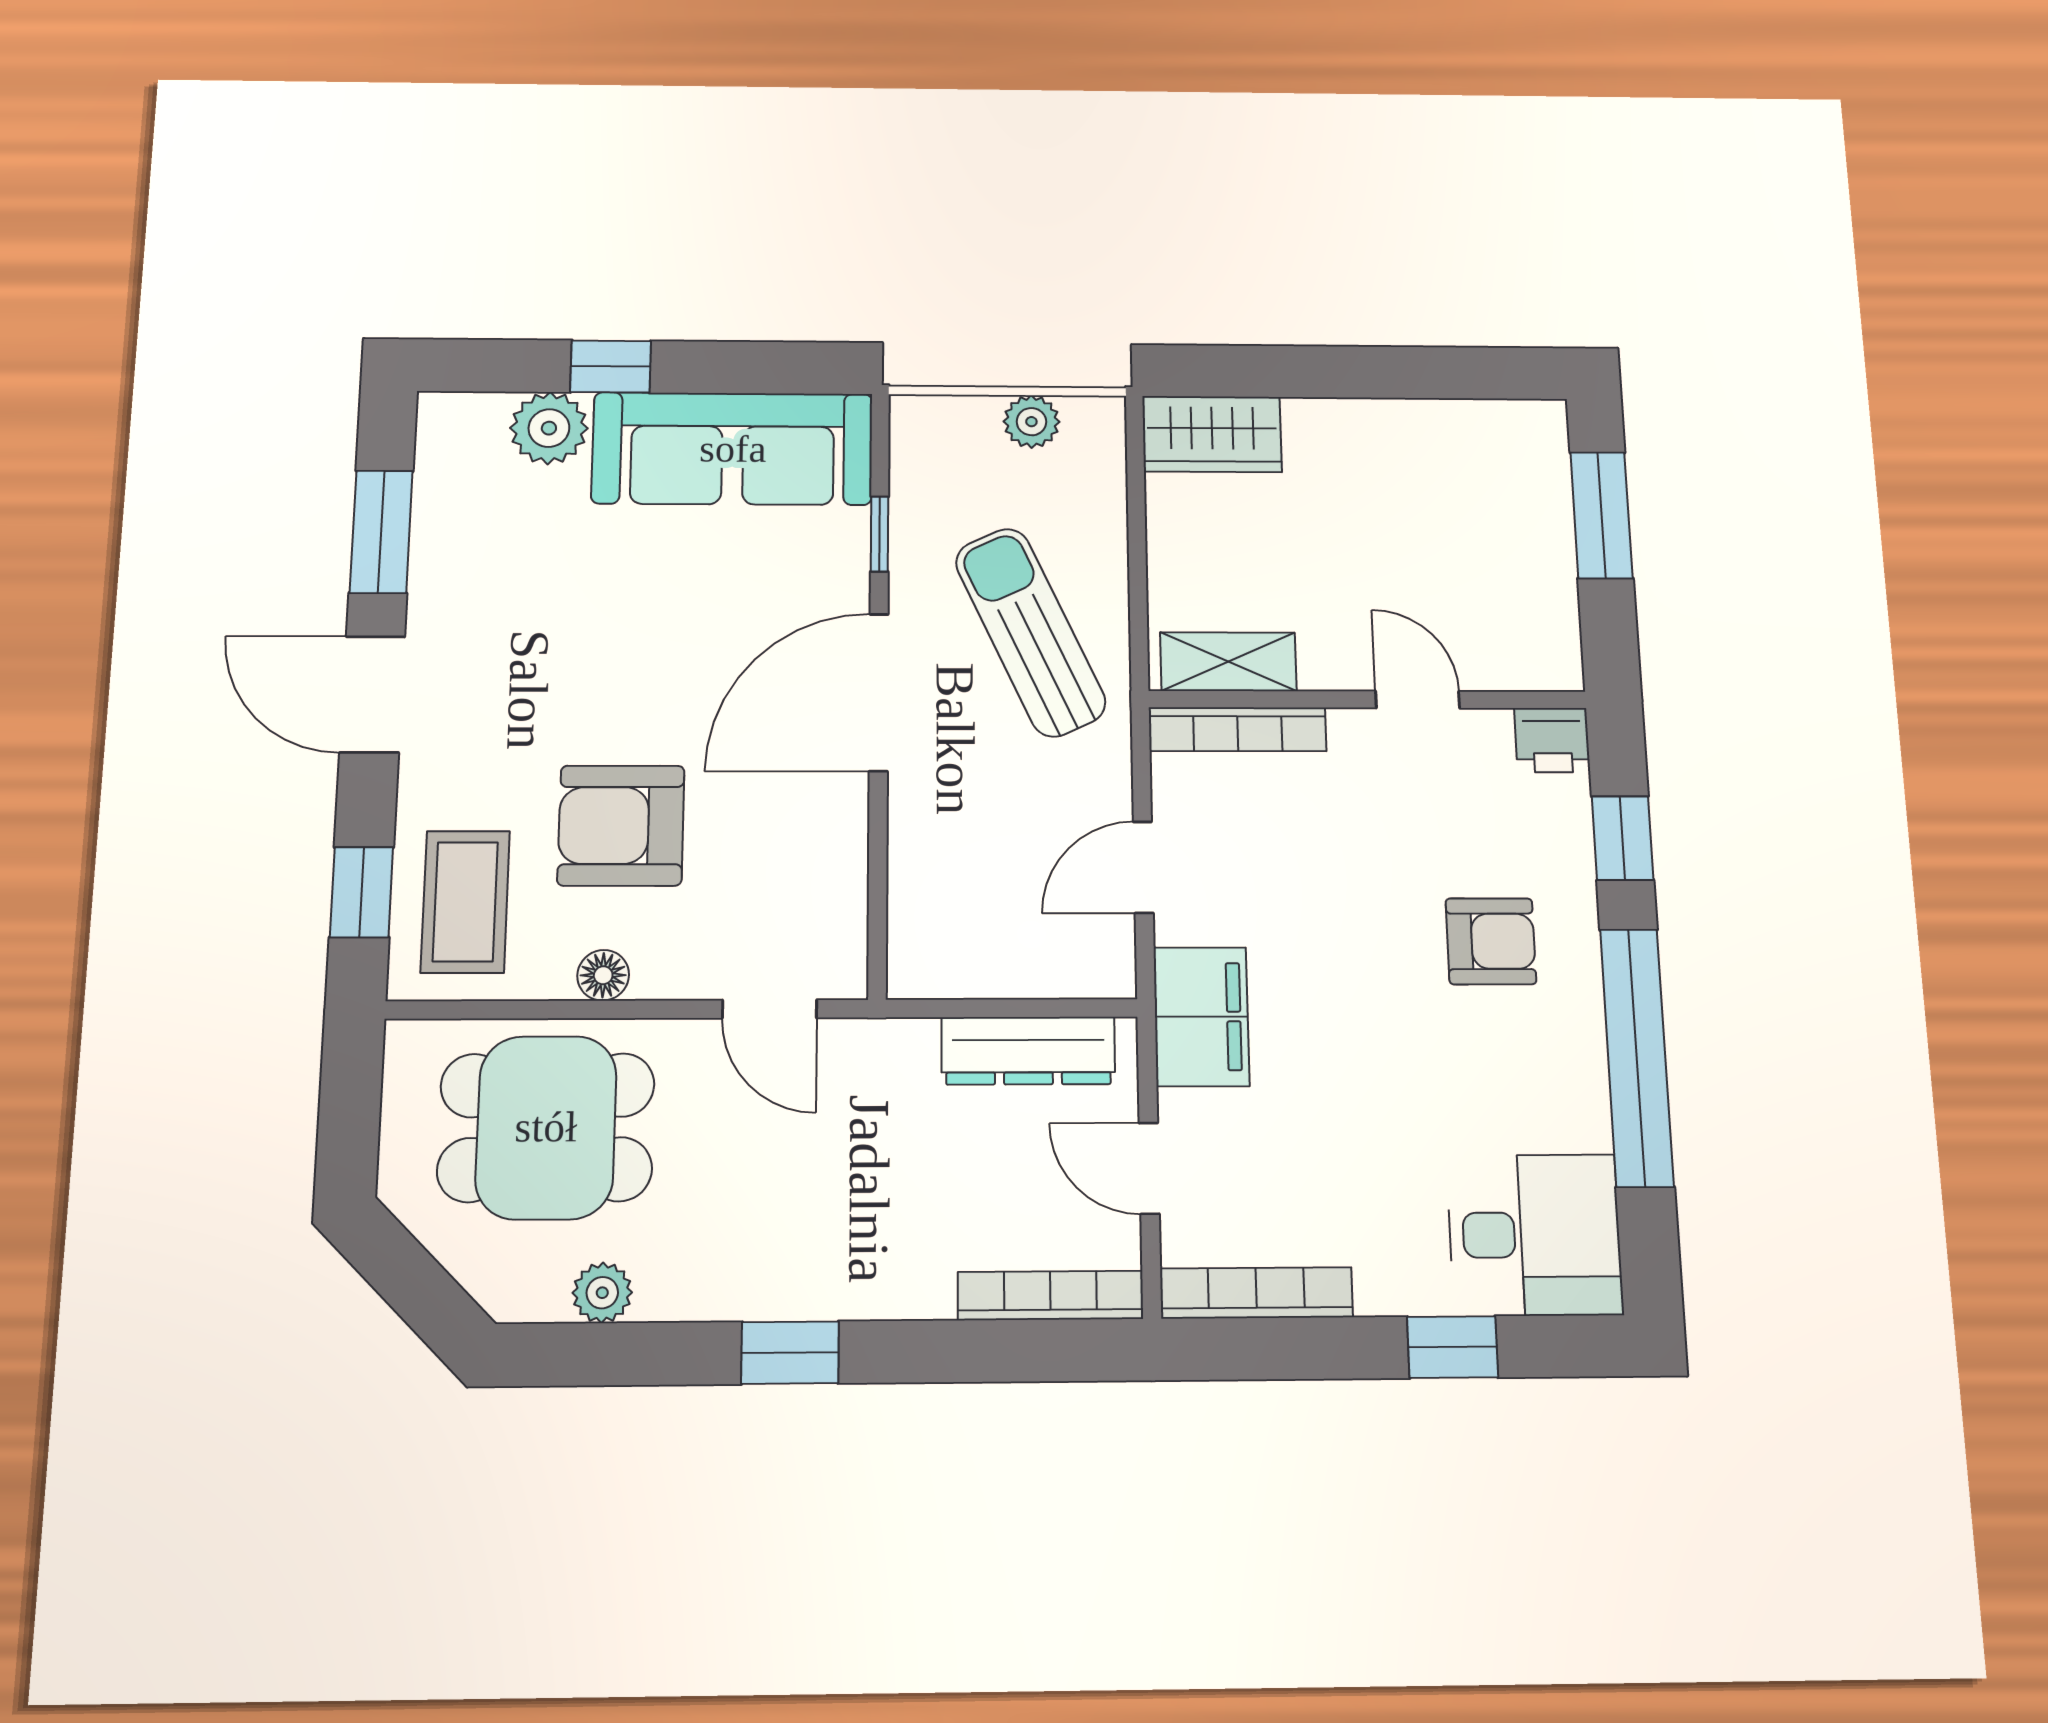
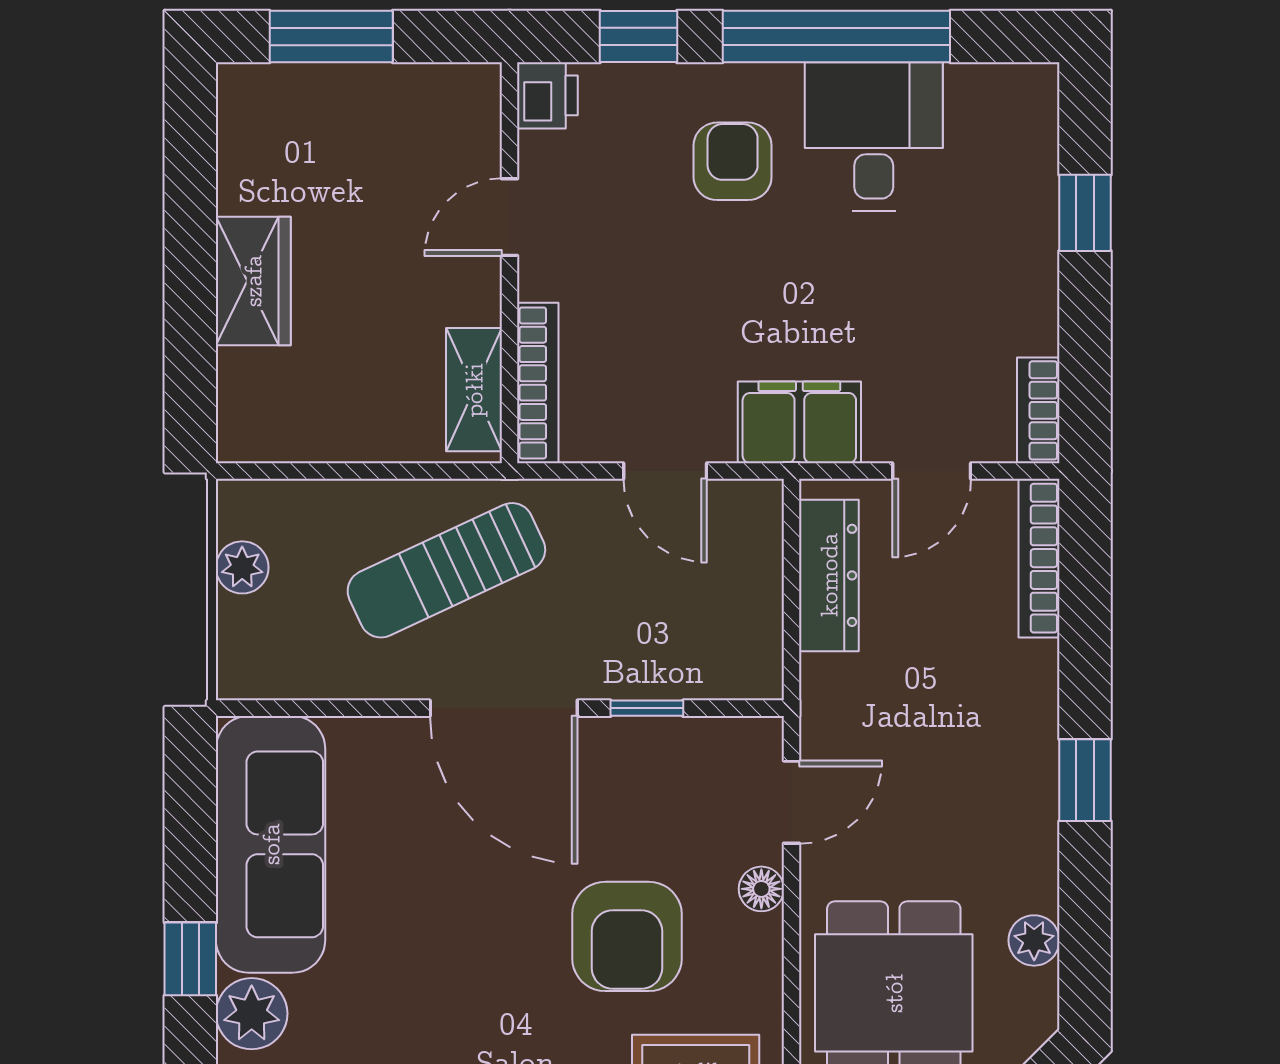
wardrobe: (1212, 434) -> (253, 281), moved
window: (880, 534) -> (647, 708), moved
floor lamp: (603, 975) -> (761, 889), moved
desk: (1535, 1235) -> (874, 136), moved
bookcase: (1256, 1293) -> (1038, 410), width x0.64

